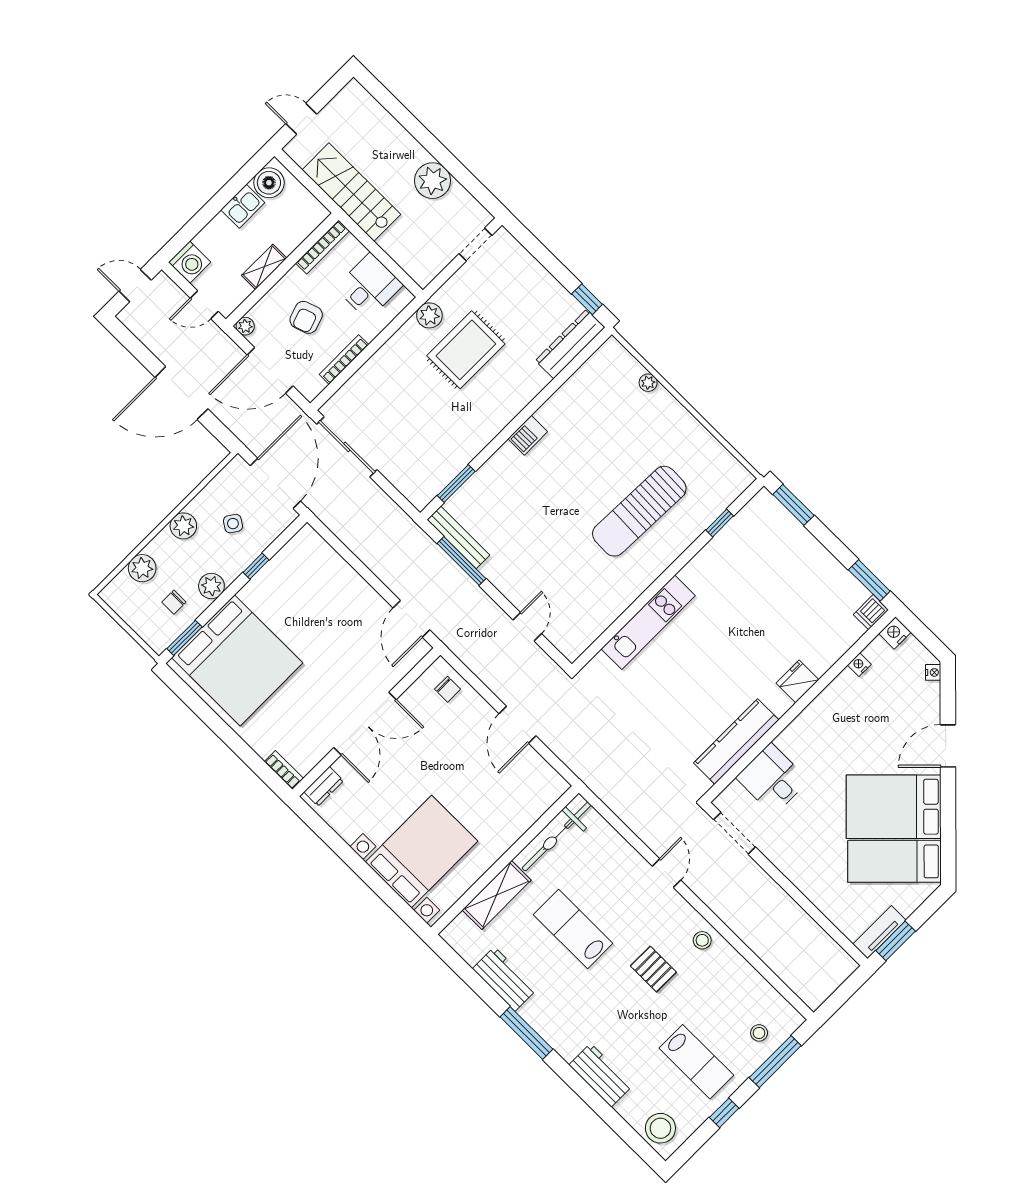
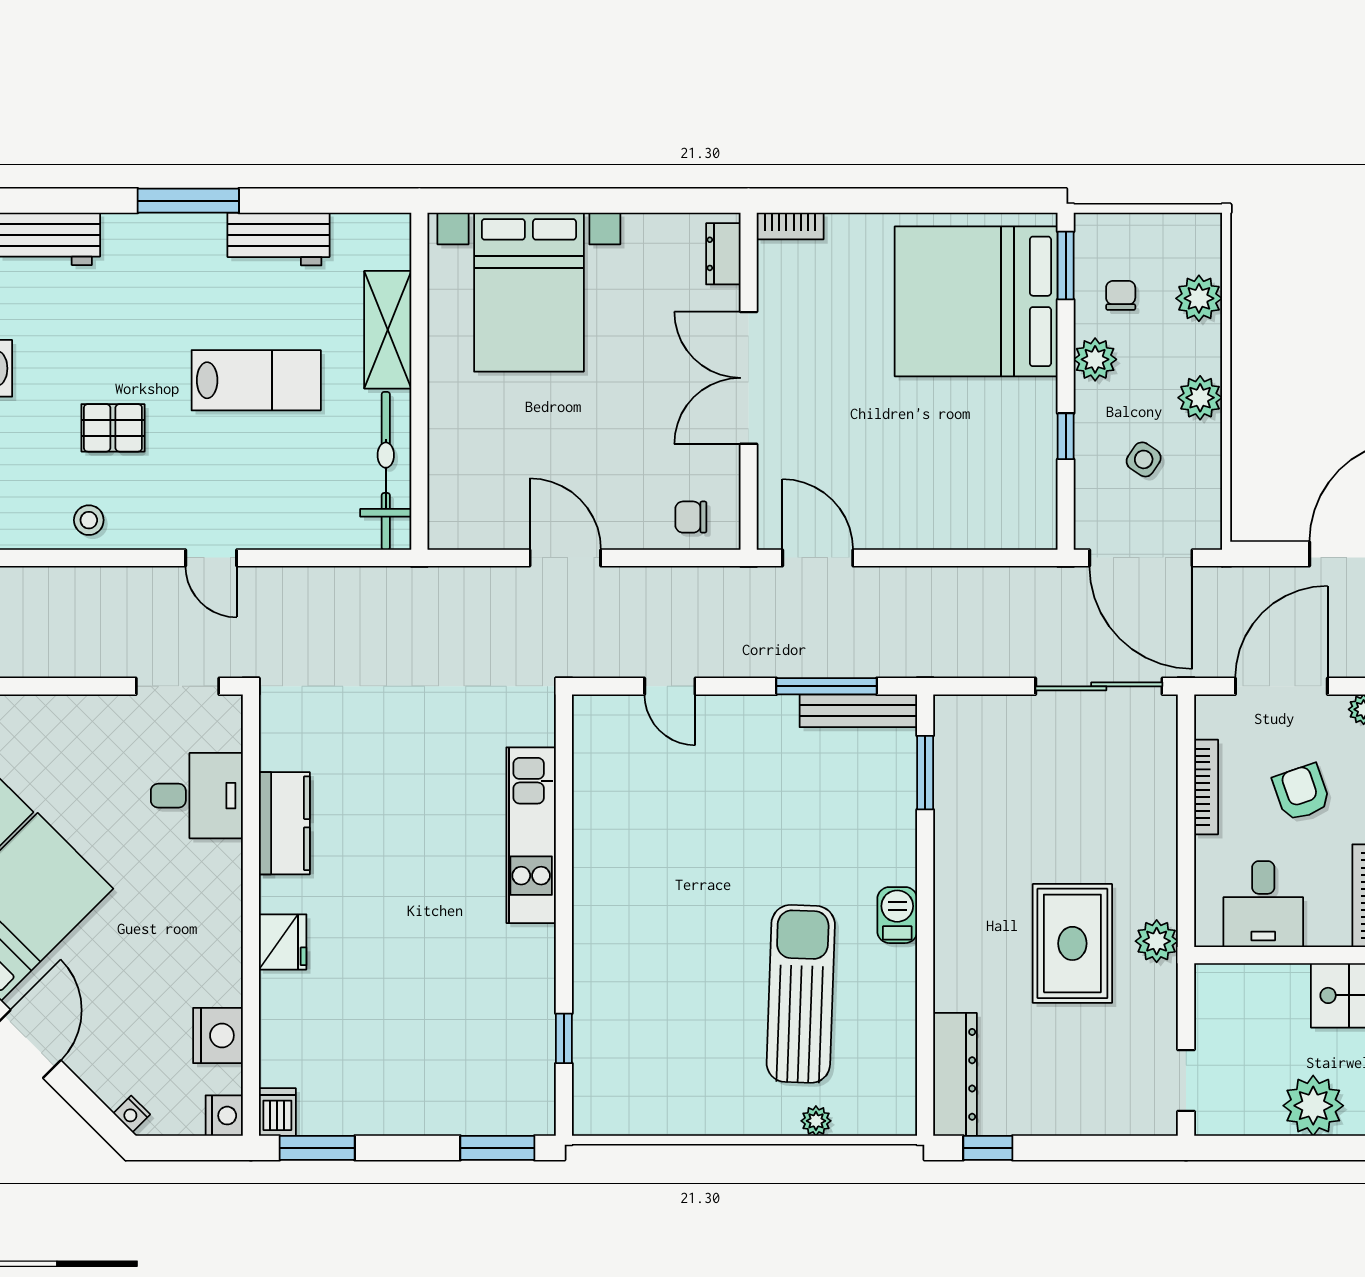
sun lounger: (639, 511) -> (801, 994), moved
nightstand: (859, 665) -> (218, 1035), width x1.89, depth x1.79
kitchen counter: (736, 741) -> (284, 823), width x0.67

